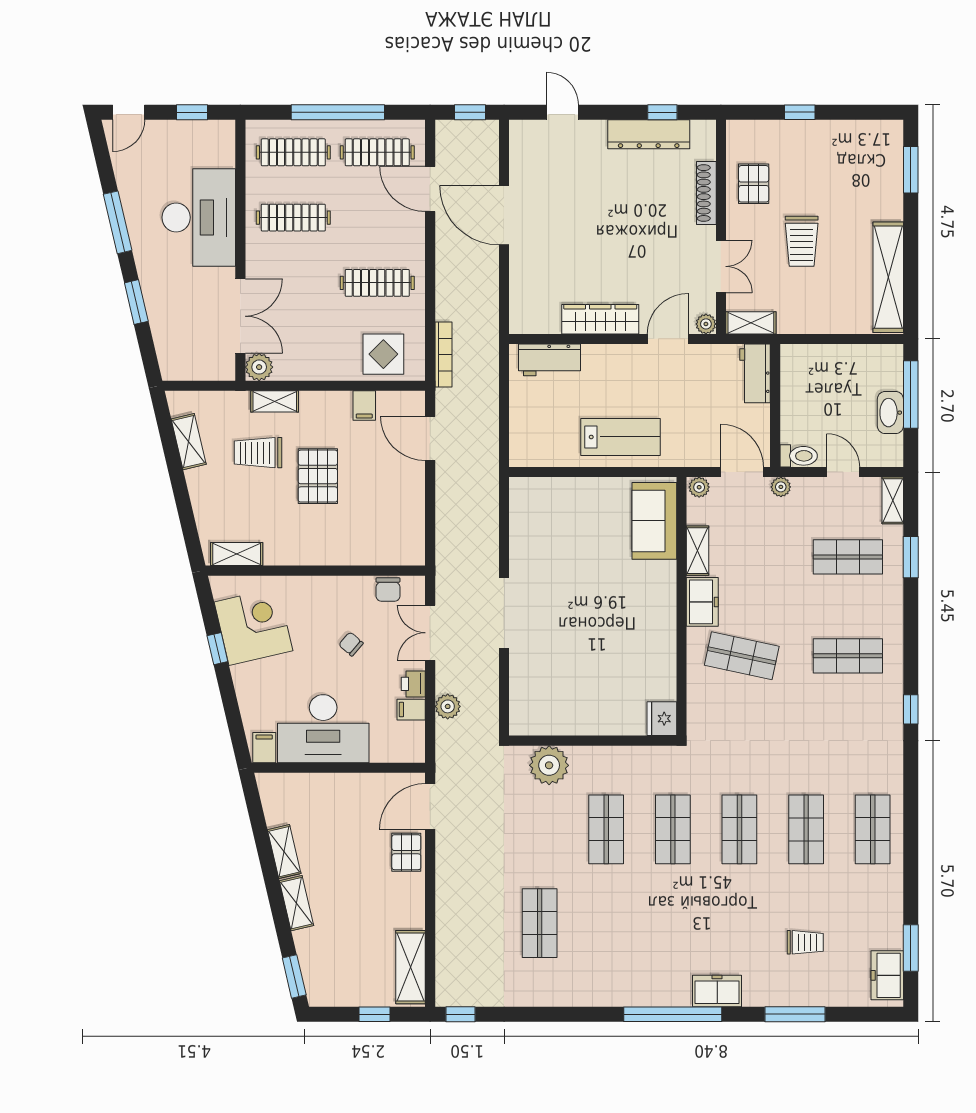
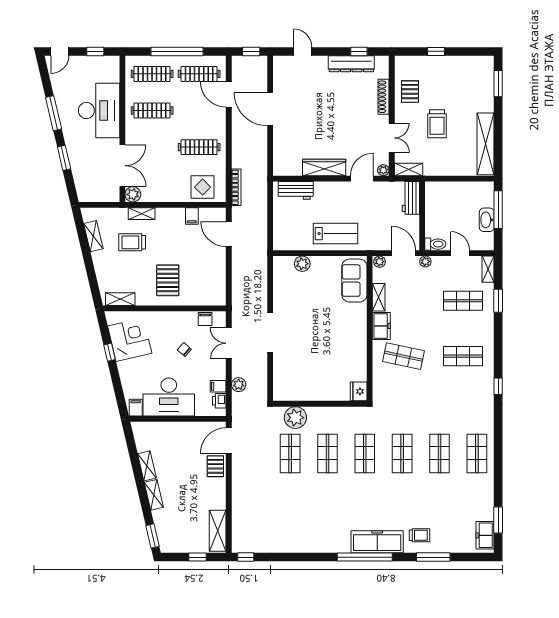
pallet: (318, 476) -> (168, 280), moved
plant: (561, 491) -> (302, 264), added
printer: (413, 684) -> (219, 401), moved
shop shelf: (540, 923) -> (290, 453), moved
trolley: (805, 942) -> (420, 535), moved
freezer: (717, 991) -> (377, 542), width x1.91, depth x1.26

